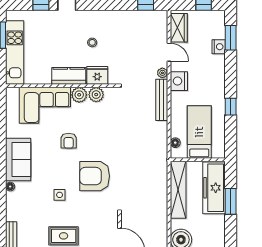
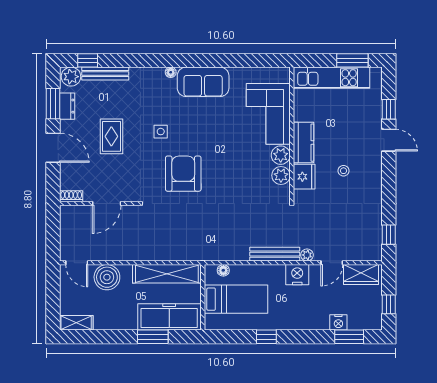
armchair: (69, 141) -> (226, 142), removed

